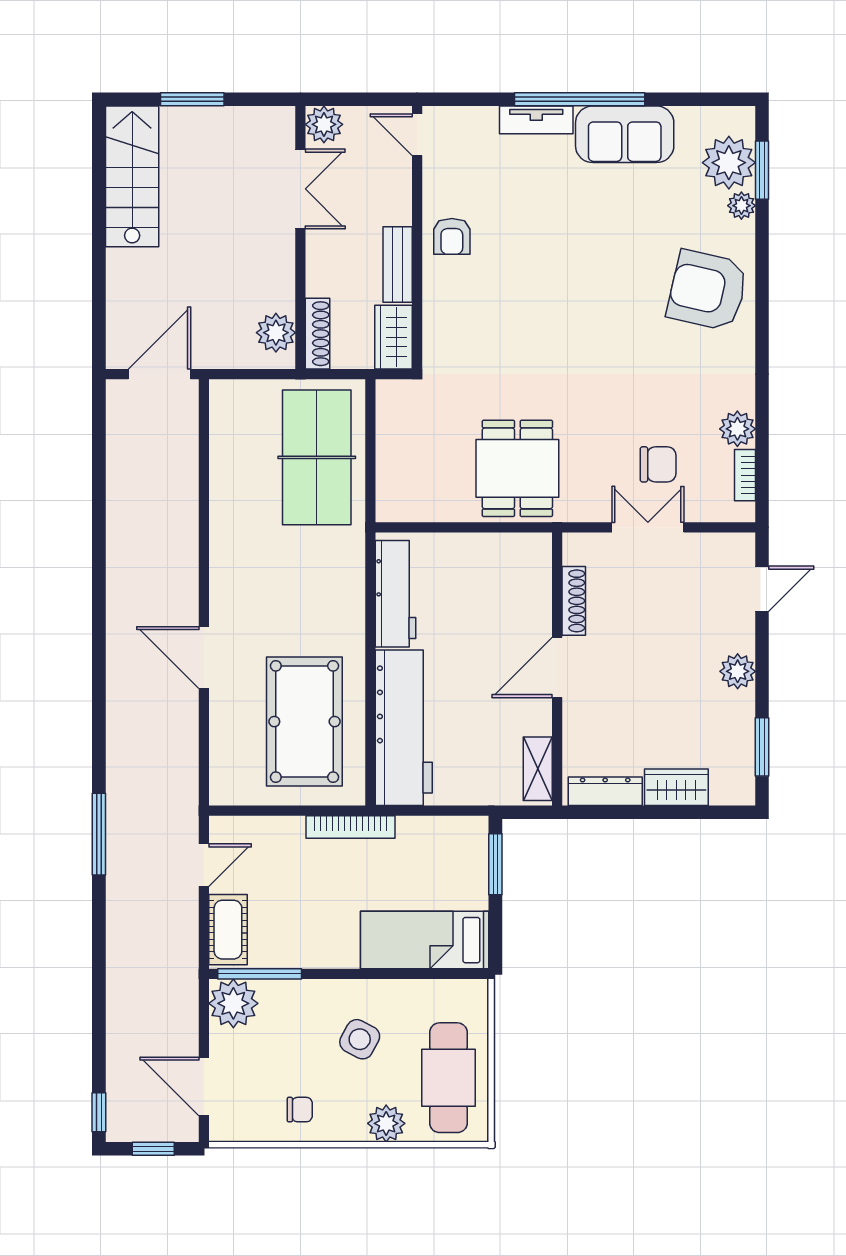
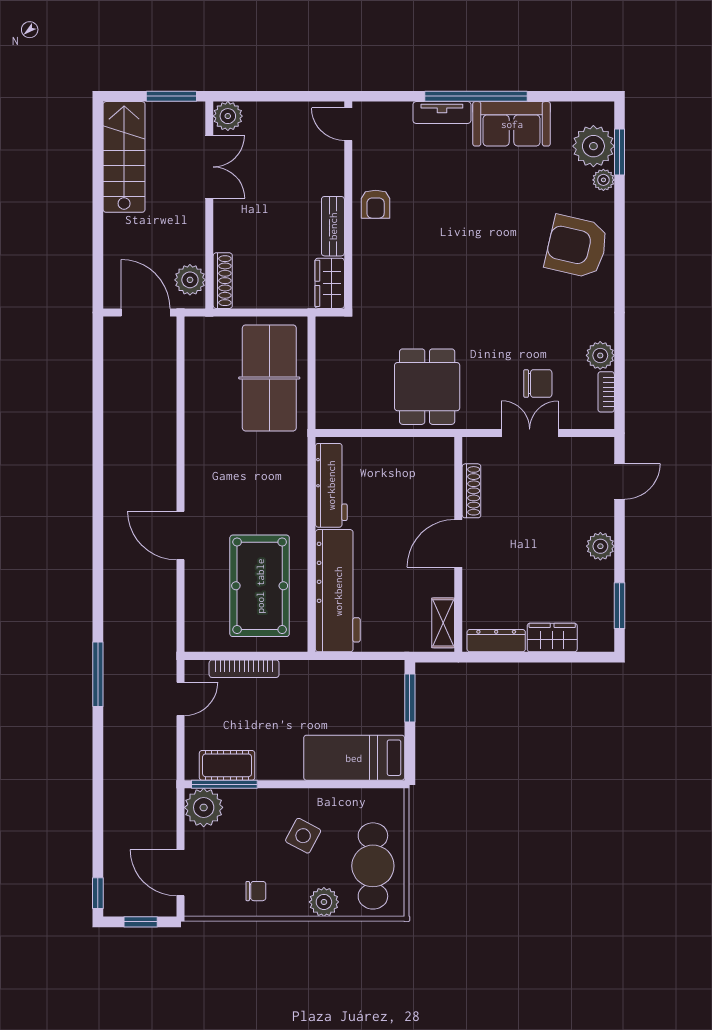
plant: (324, 124) -> (228, 116), moved
double door: (300, 189) -> (209, 167), moved
wall: (300, 238) -> (209, 205), moved
plant: (276, 333) -> (190, 280), moved
shoe rack: (318, 334) -> (223, 281), moved
door: (159, 374) -> (146, 312), hinge flipped
bookcase: (351, 827) -> (244, 669), moved
cot: (228, 930) -> (227, 765), moved, turned 90

